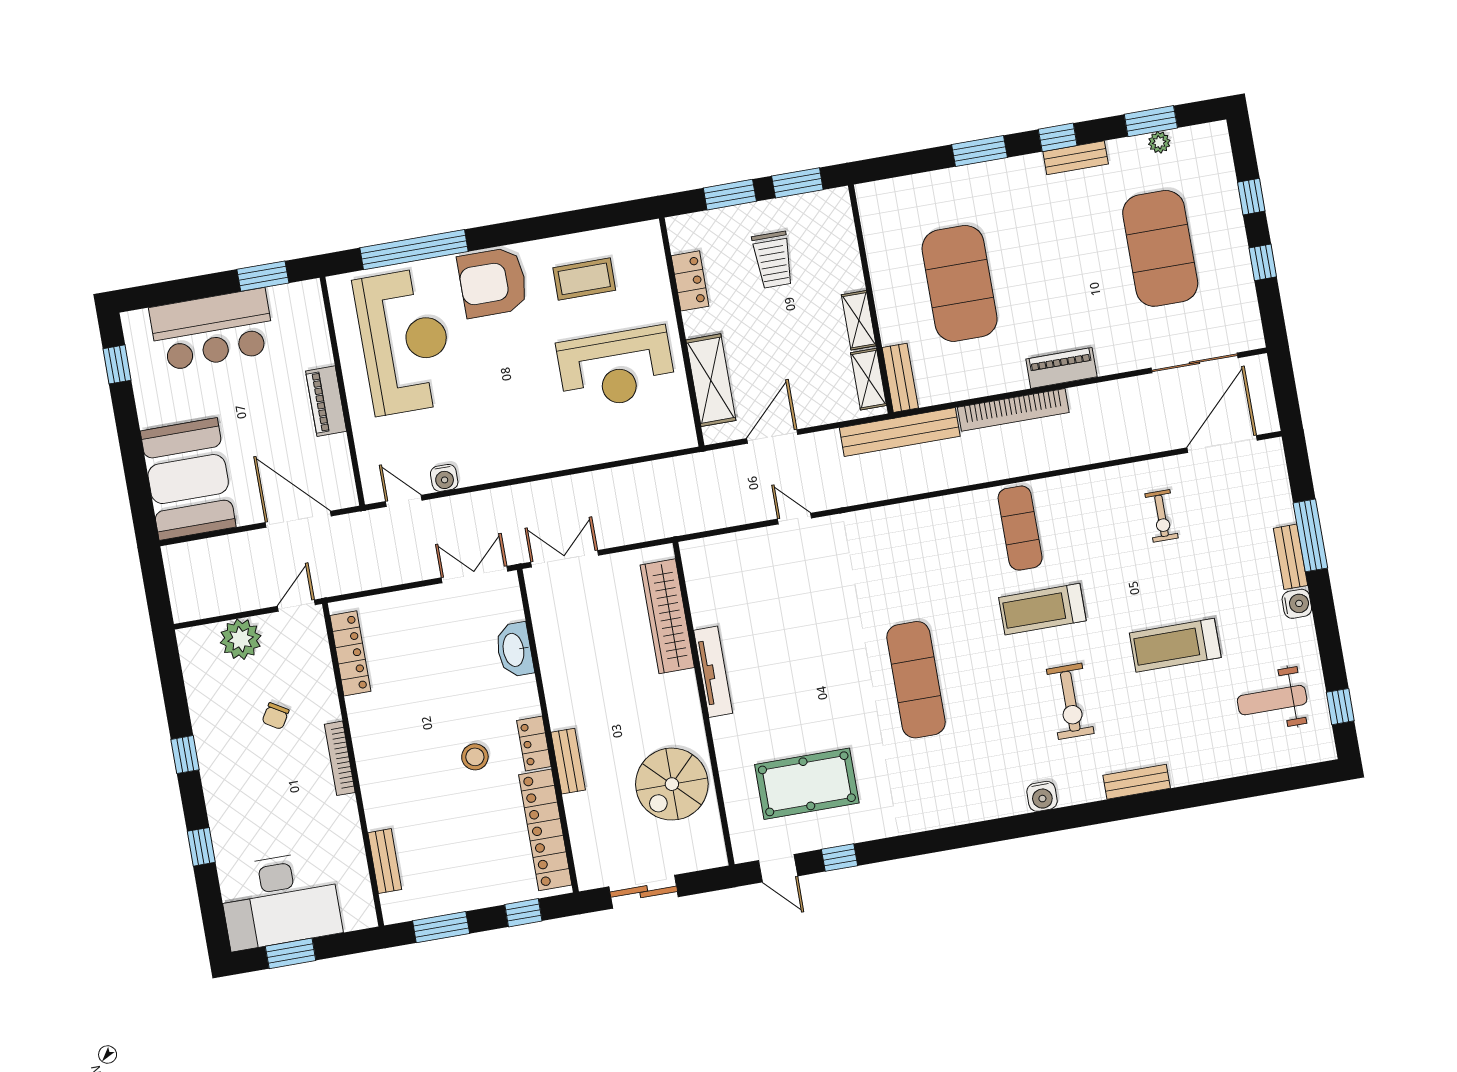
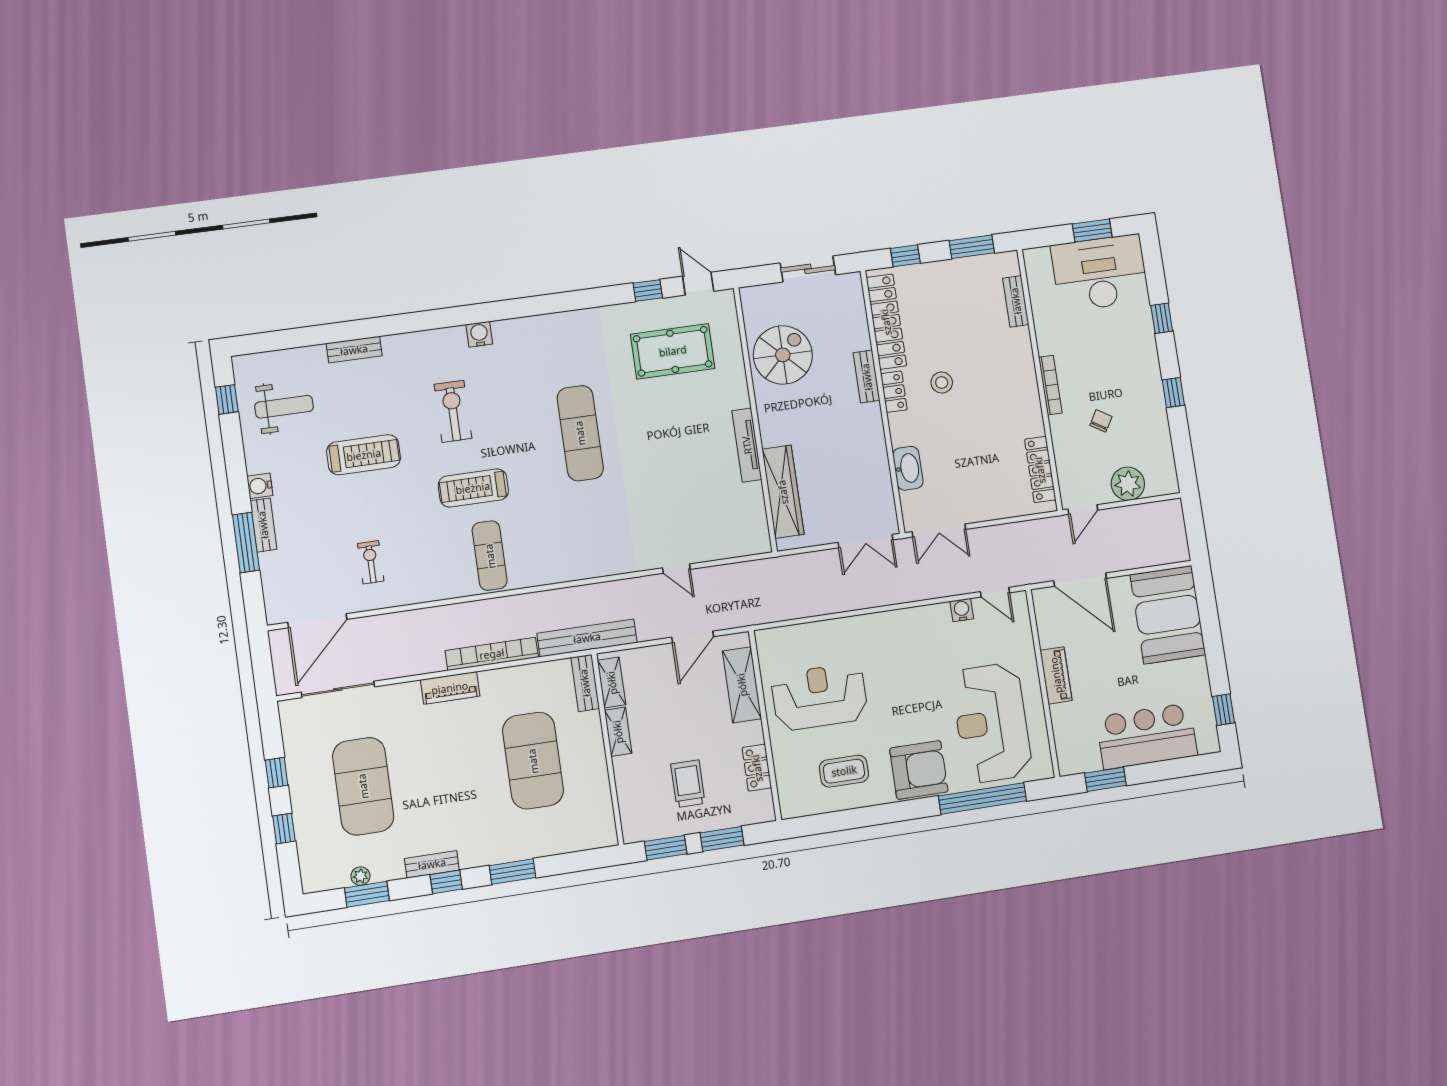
treadmill: (1042, 609) -> (473, 488), turned 180
bench: (1137, 782) -> (354, 350), moved

